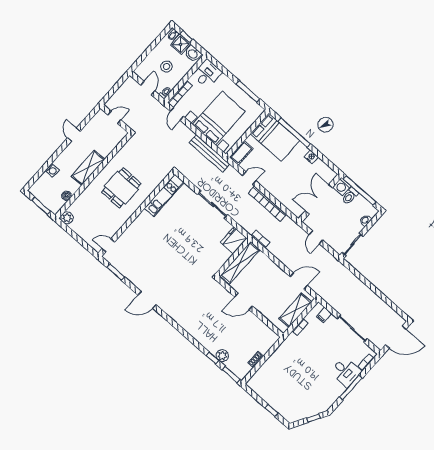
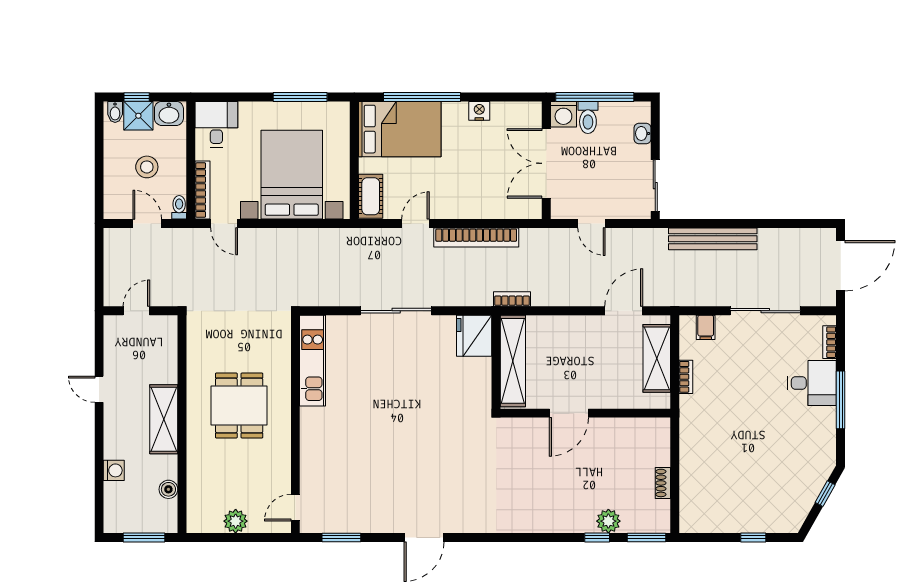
bench: (209, 153) -> (713, 239), moved
plant: (67, 218) -> (236, 521), moved

